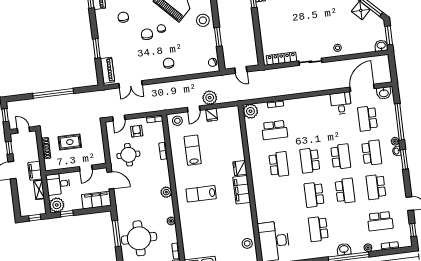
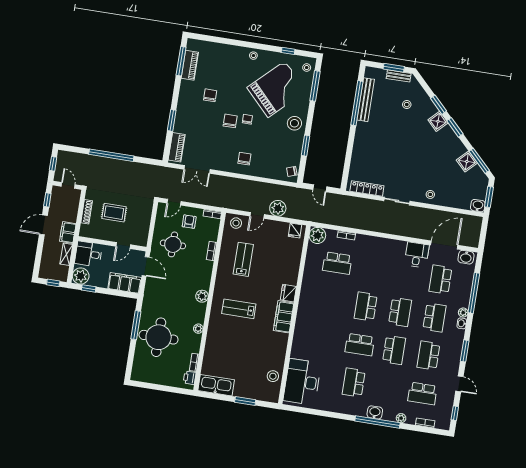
fridge: (212, 115) -> (295, 231), moved
window: (404, 159) -> (465, 351), moved
school desk: (279, 164) -> (331, 301), removed
school desk: (314, 195) -> (360, 345), turned -90

